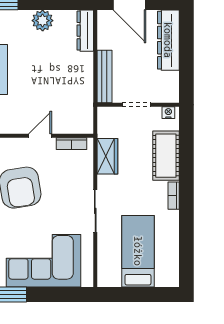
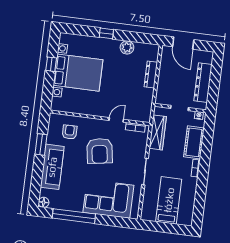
dresser: (85, 31) -> (151, 74), moved
dresser: (168, 40) -> (203, 83), moved
bench: (104, 77) -> (161, 88), removed
wardrobe: (107, 156) -> (158, 132), width x1.50

